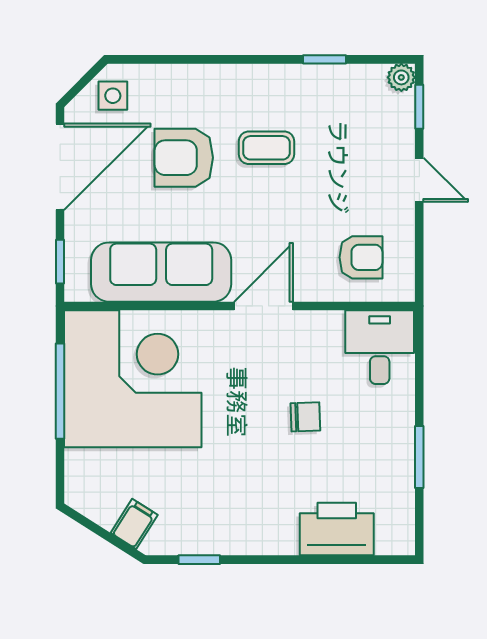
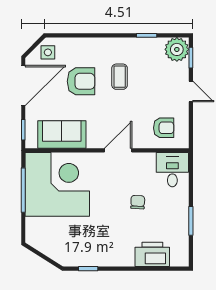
plant: (401, 77) -> (177, 49), width x1.87, depth x1.87
coffee table: (267, 148) -> (120, 77), turned 90
armchair: (184, 158) -> (81, 81), turned 180
sofa: (161, 272) -> (62, 135), width x0.73
chair: (305, 417) -> (138, 202), turned -85
filing cabinet: (134, 524) -> (58, 252), removed

